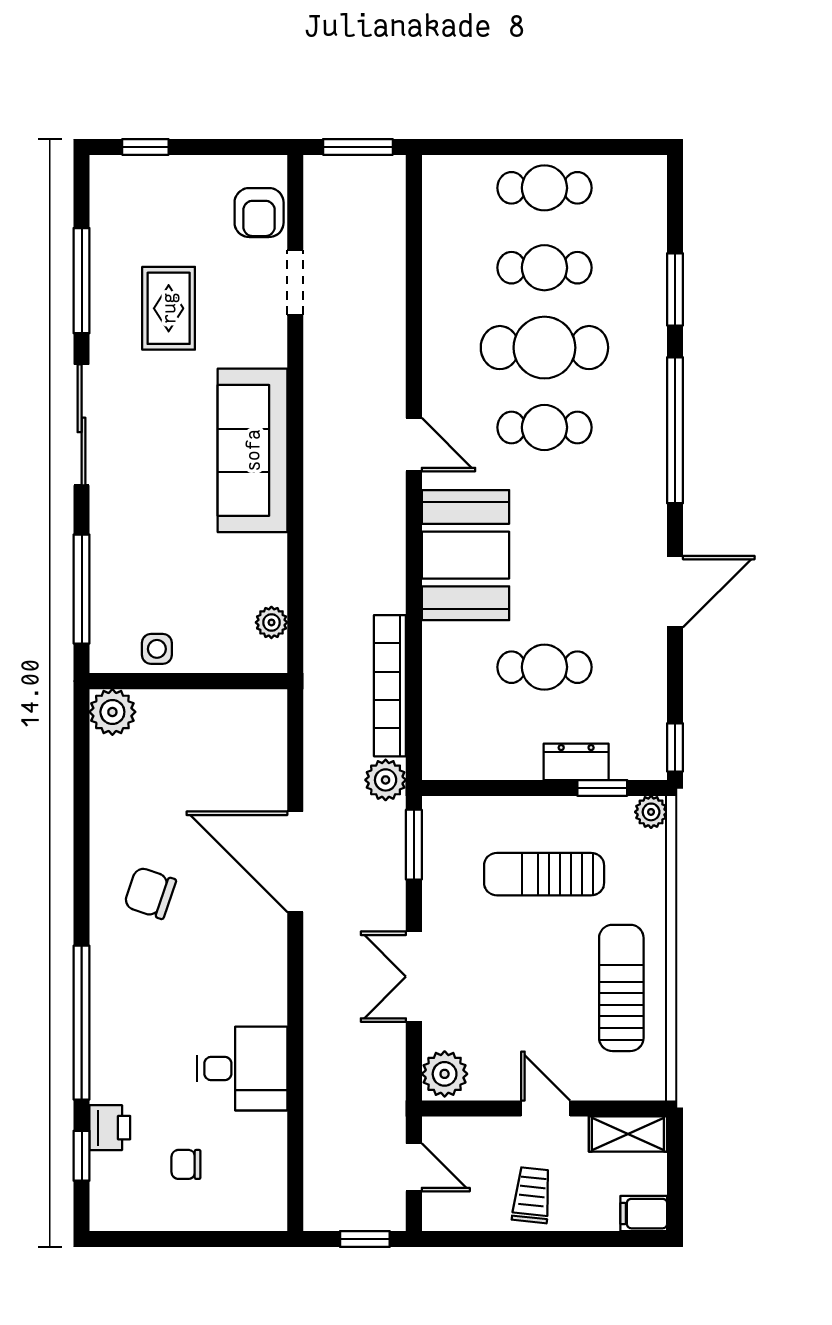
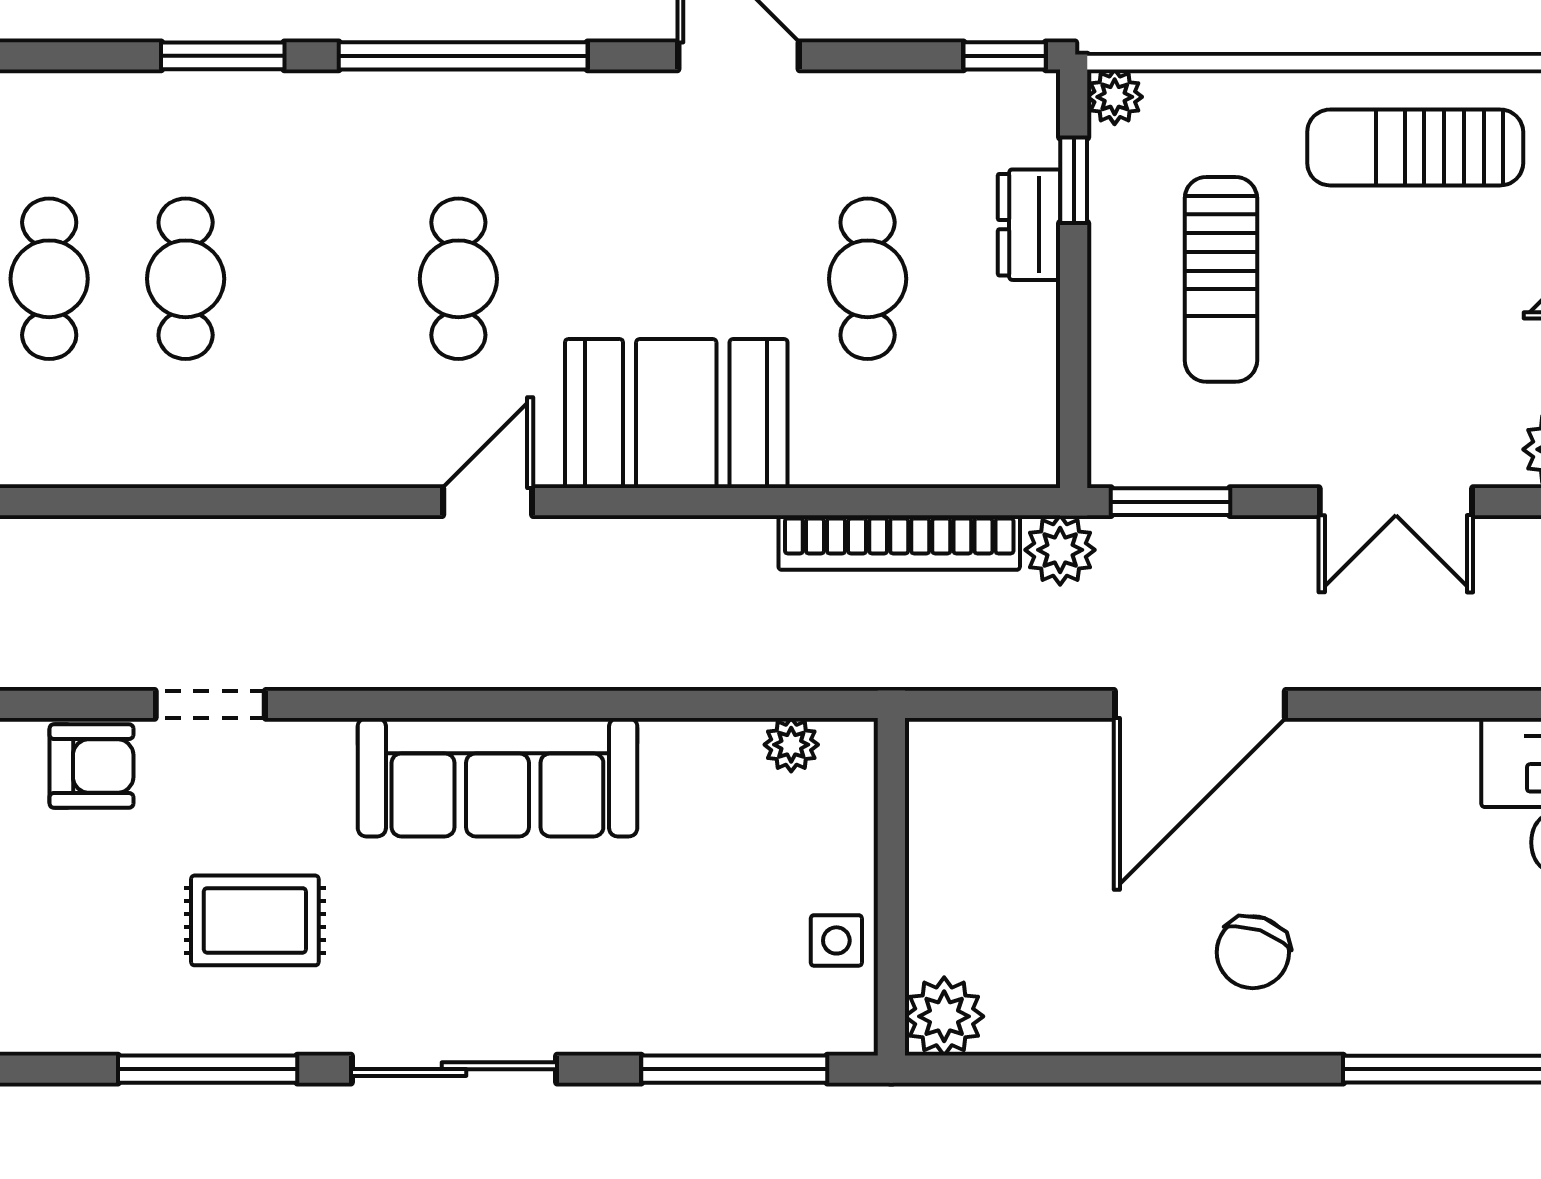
cafe table: (544, 348) -> (322, 279), removed

